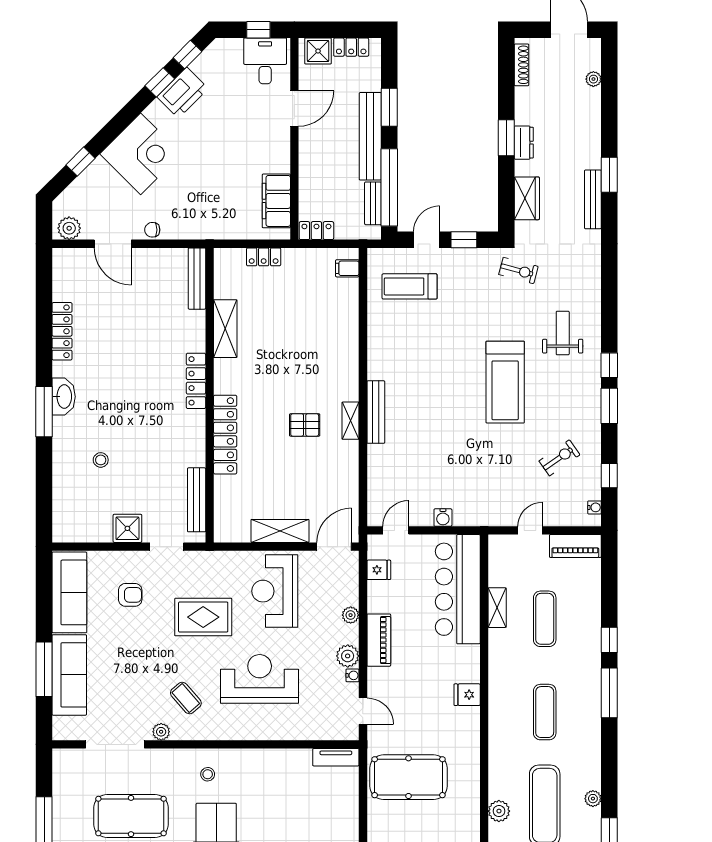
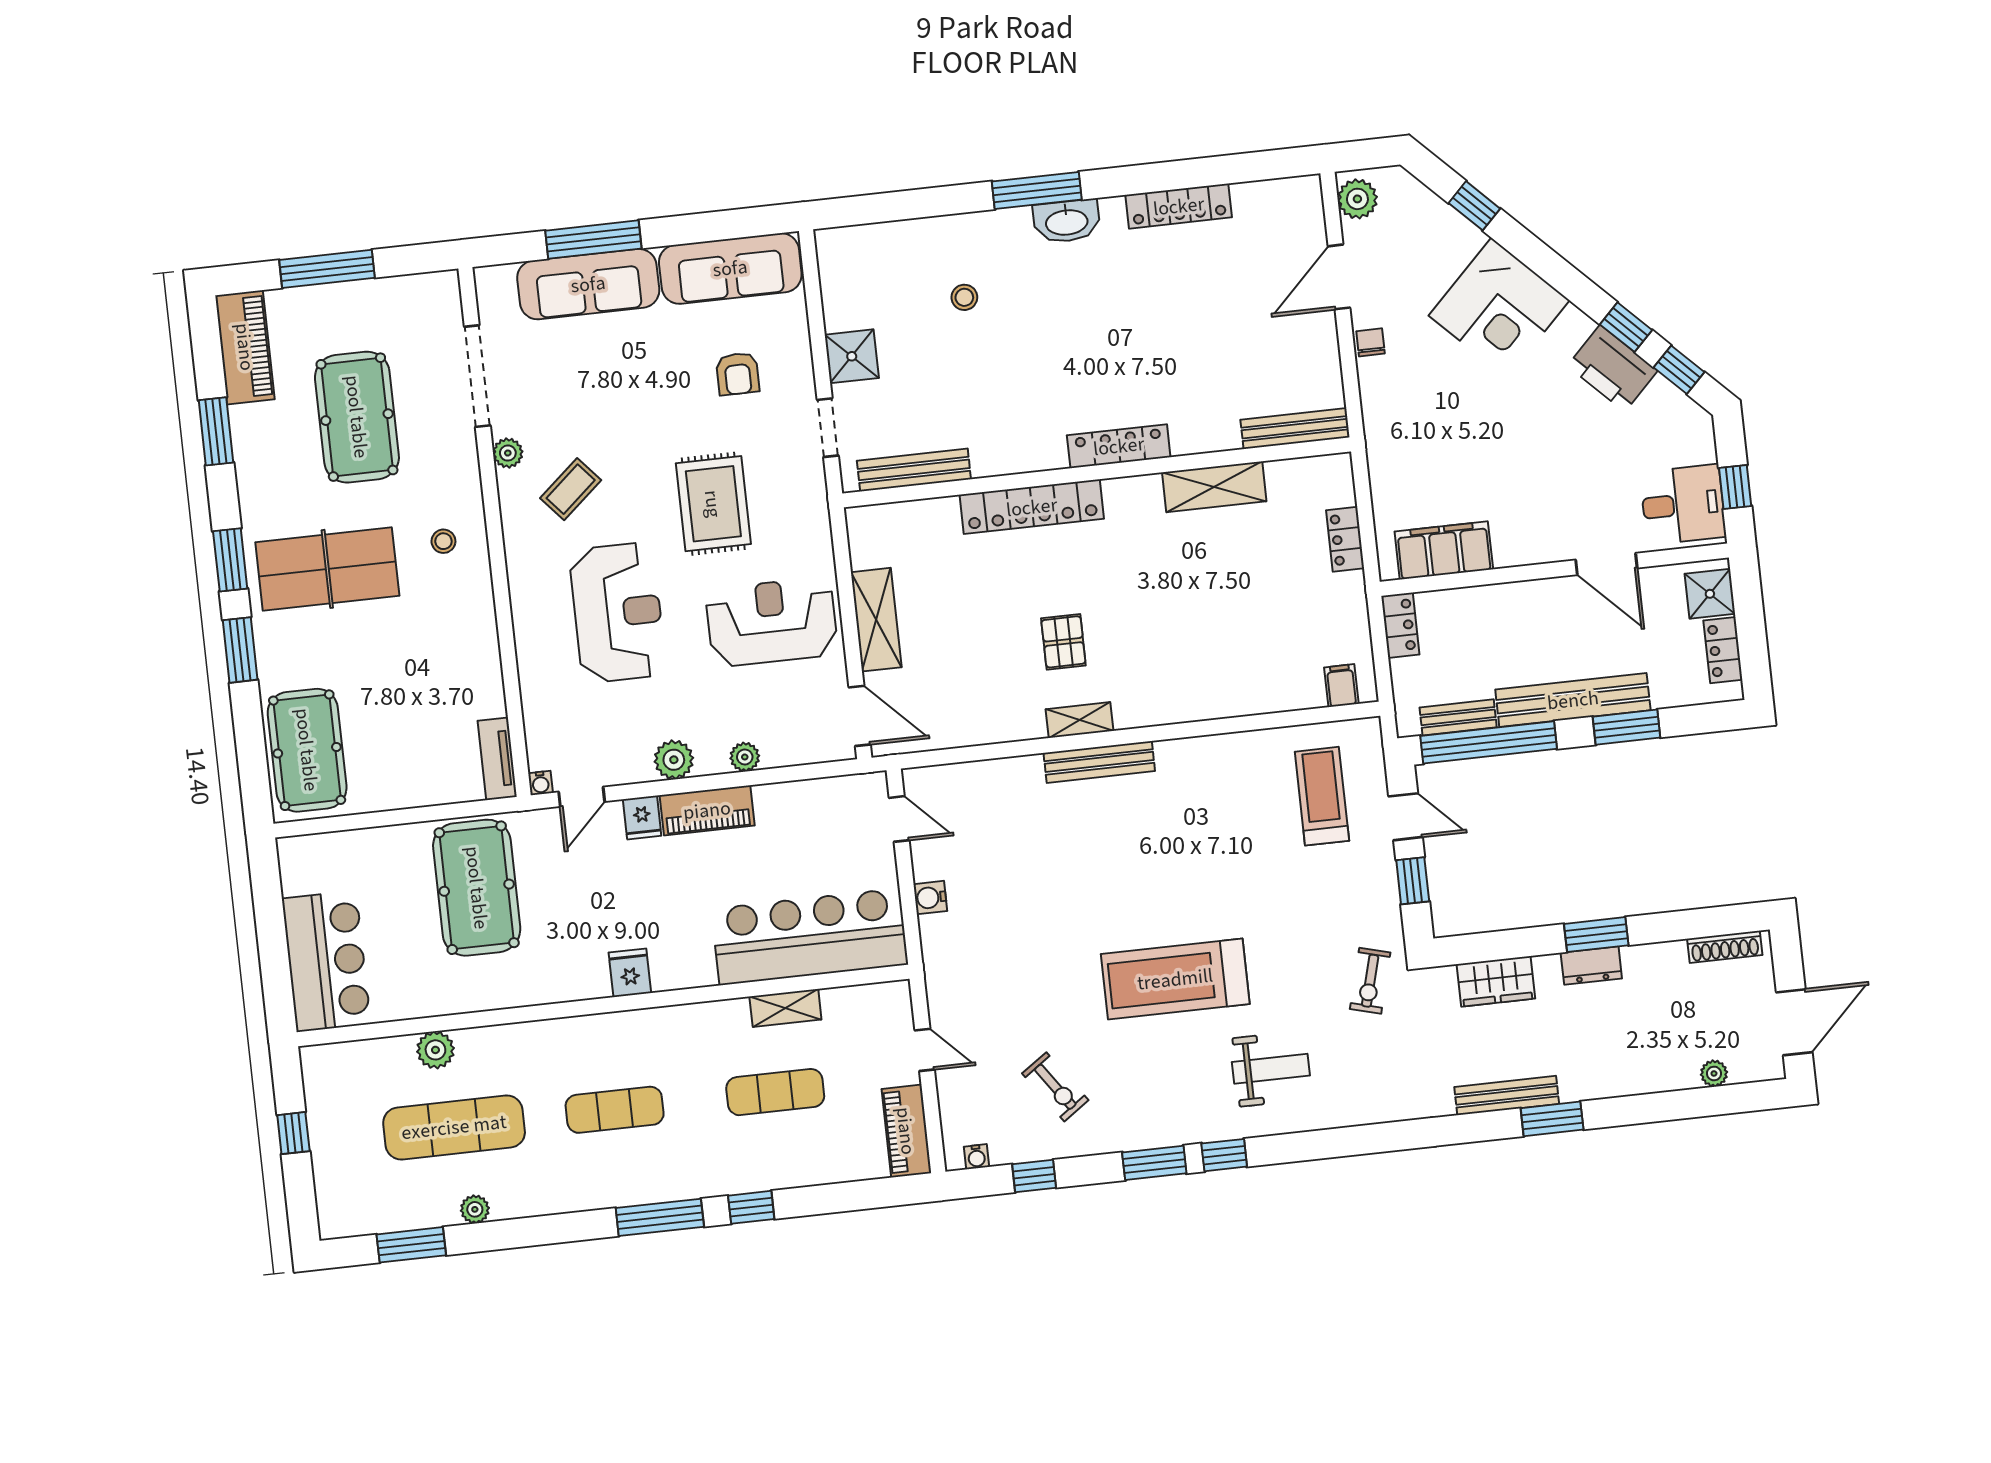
fridge: (379, 570) -> (642, 818), moved
water cooler: (352, 675) -> (541, 783), moved

